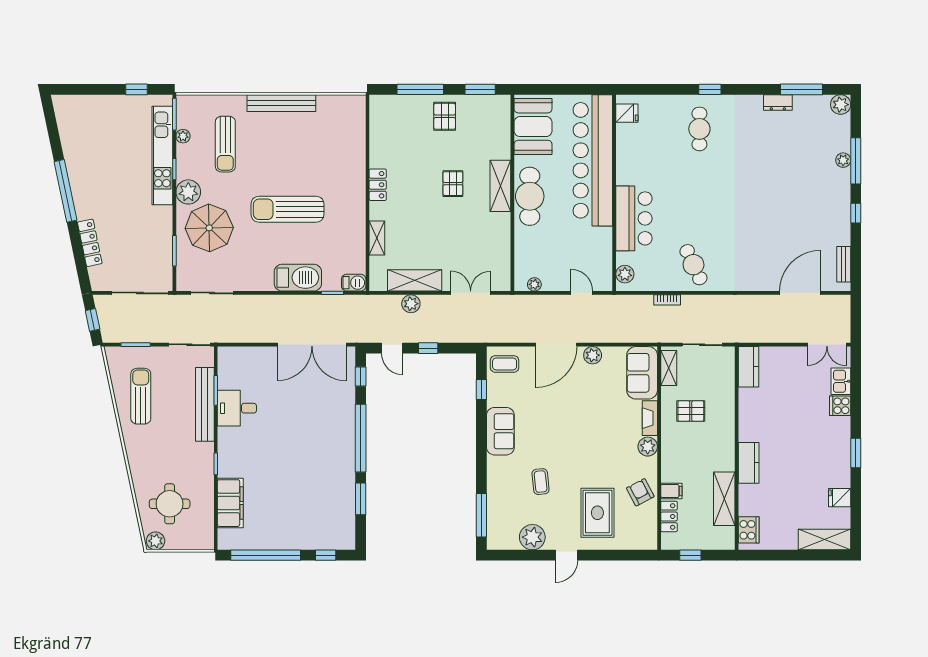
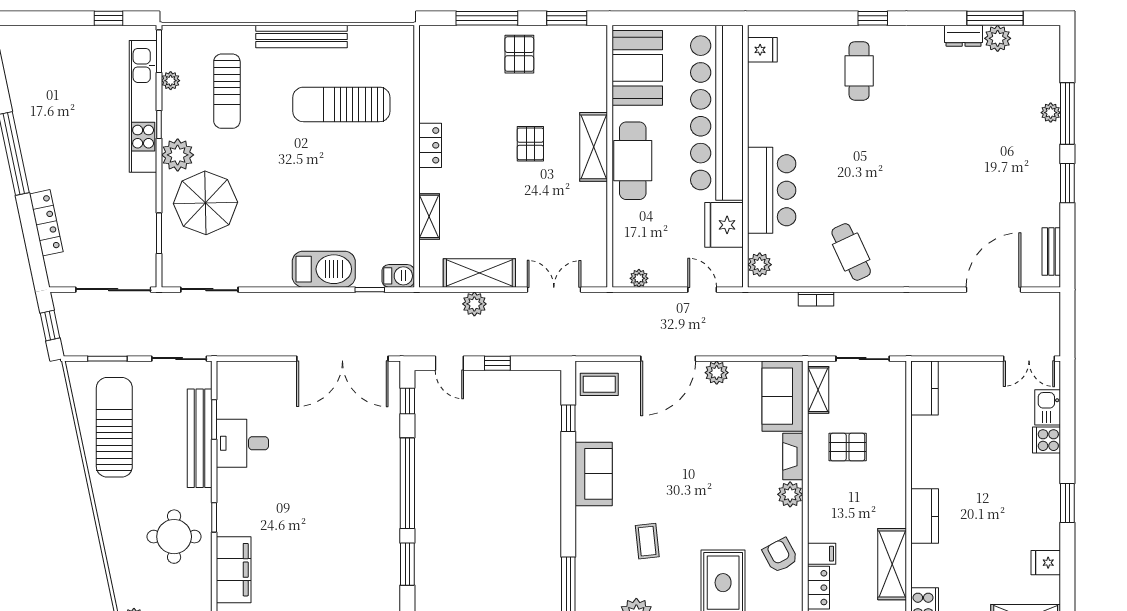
plant: (841, 105) -> (998, 38), moved
sun lounger: (288, 209) -> (341, 104), moved
window: (856, 213) -> (1067, 183), width x1.50
fridge: (598, 244) -> (724, 225), added
sun lounger: (141, 396) -> (114, 427), width x1.36, depth x1.34
round table: (170, 504) -> (174, 537), moved

